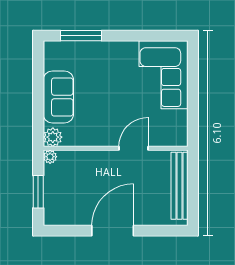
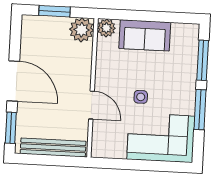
window: (132, 36) -> (200, 110), added
side table: (122, 98) -> (141, 97), added
plant: (50, 157) -> (82, 30), width x1.87, depth x1.87
window: (161, 231) -> (11, 128), added

